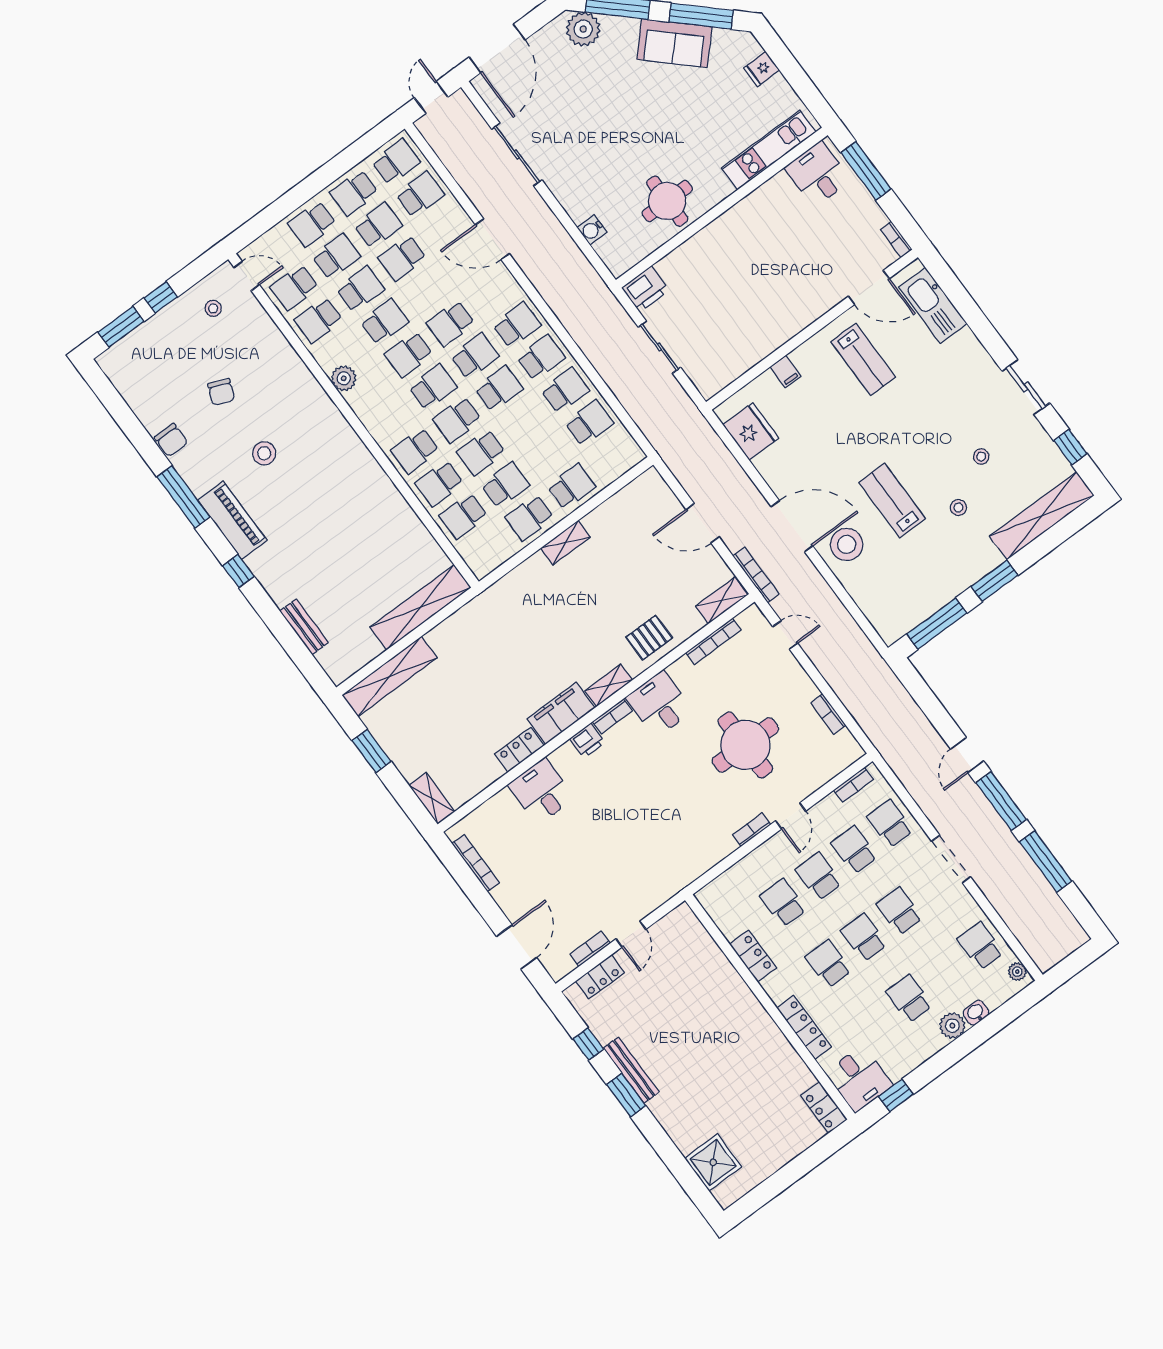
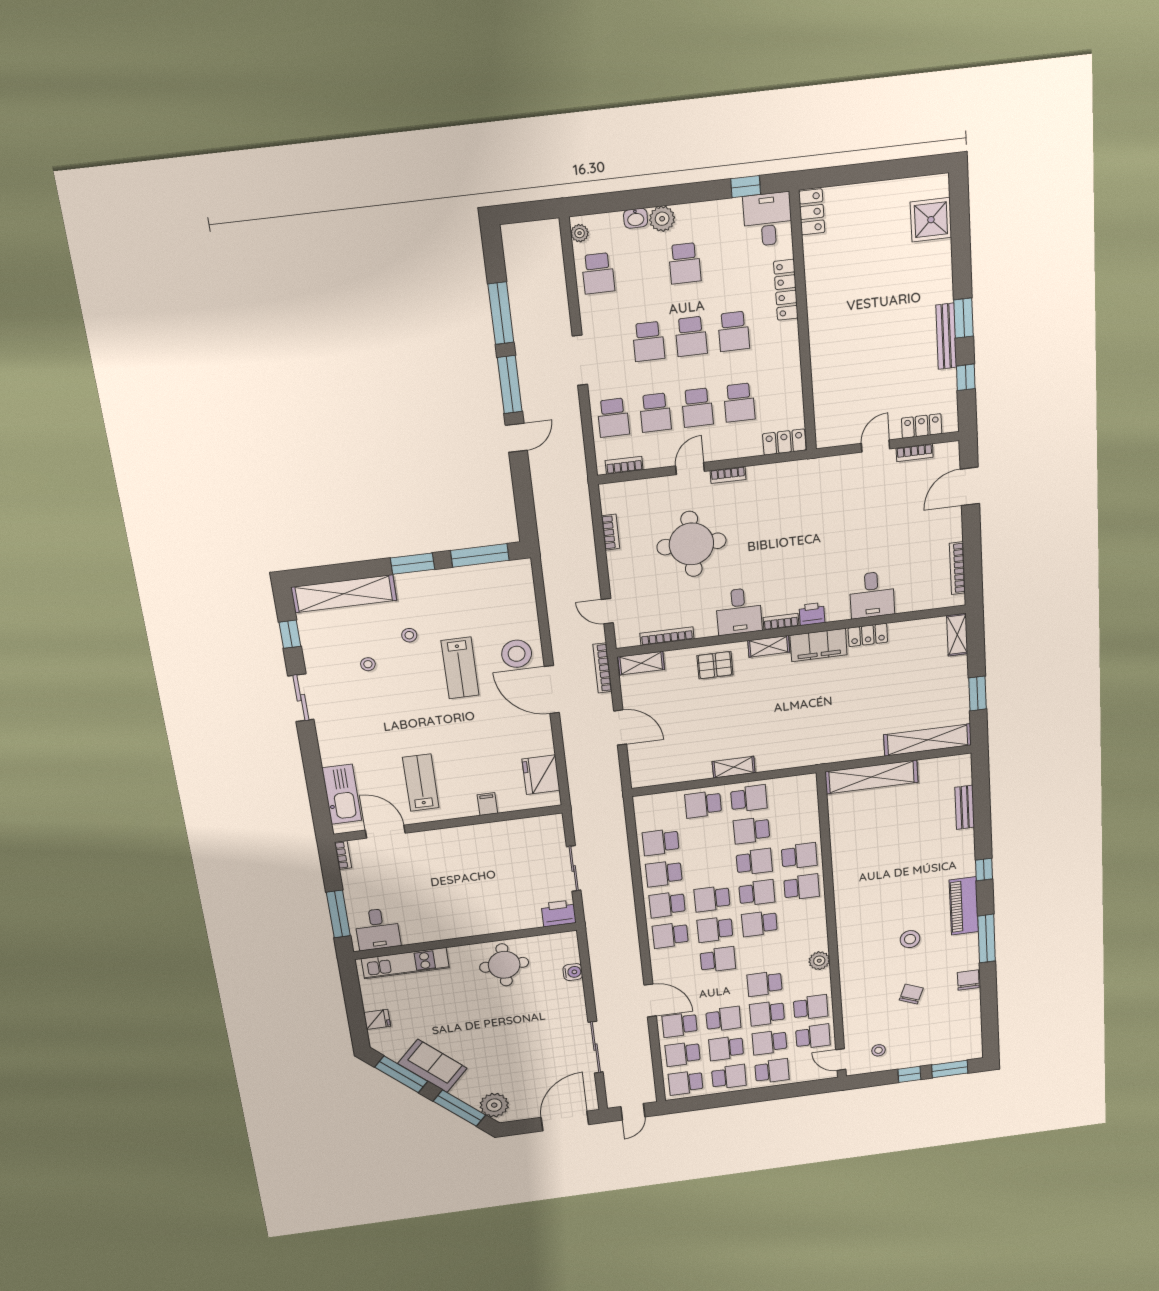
school desk: (409, 354) -> (680, 1025), moved, turned 180
school desk: (463, 516) -> (797, 825), removed
locker: (753, 956) -> (784, 442), moved, turned 90

